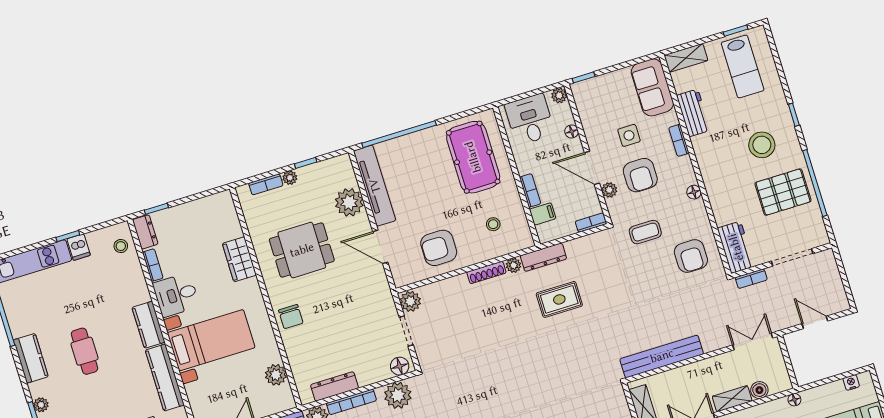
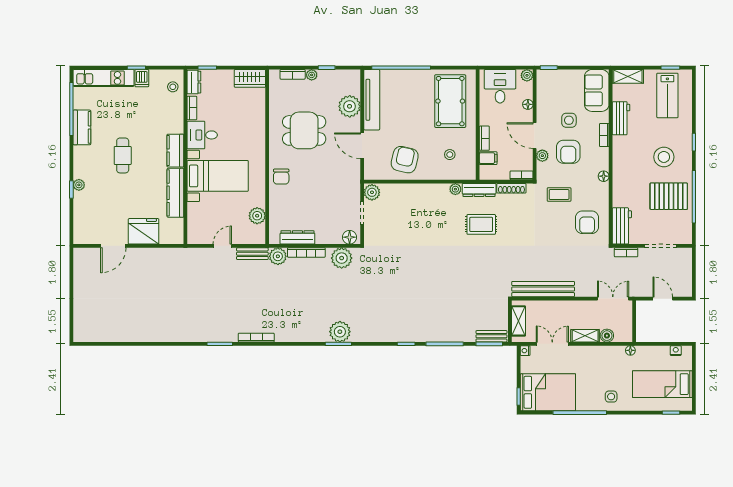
armchair: (439, 248) -> (405, 160), turned 103
wardrobe: (239, 259) -> (250, 78), moved, turned -90
shoe rack: (486, 272) -> (511, 188), moved
kitchen counter: (31, 358) -> (82, 127), moved

